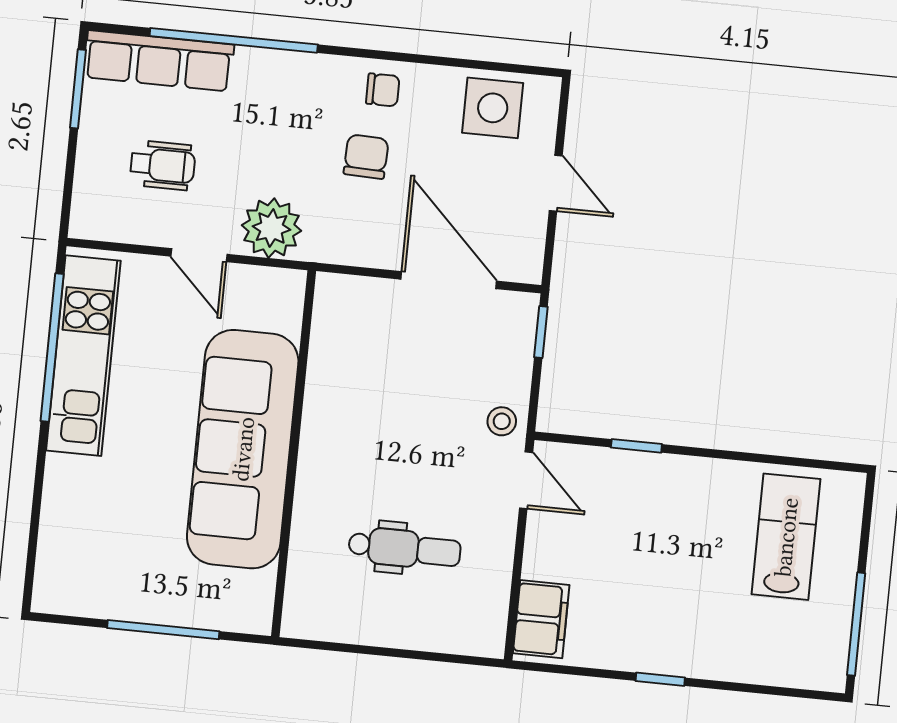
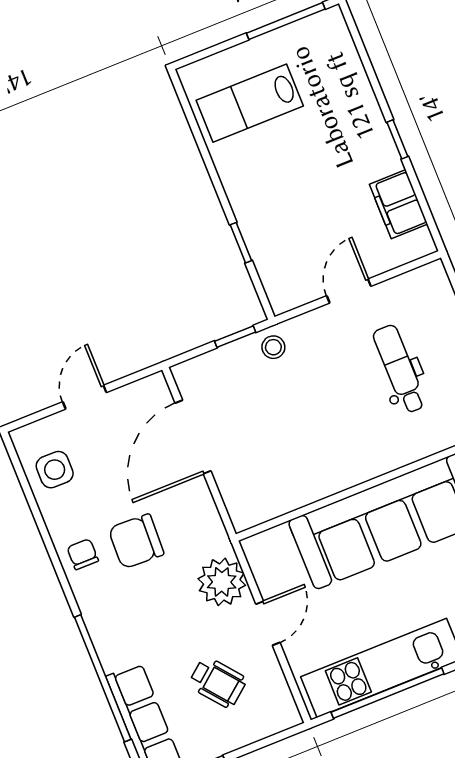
side table: (493, 108) -> (55, 470), width x0.73, depth x0.73
chair: (366, 157) -> (136, 541), width x1.37, depth x1.37
wheelchair: (163, 165) -> (218, 682), turned 141
window: (541, 332) -> (235, 337), moved
door: (526, 480) -> (349, 291), moved
filing cabinet: (541, 619) -> (399, 204), moved, turned -90

